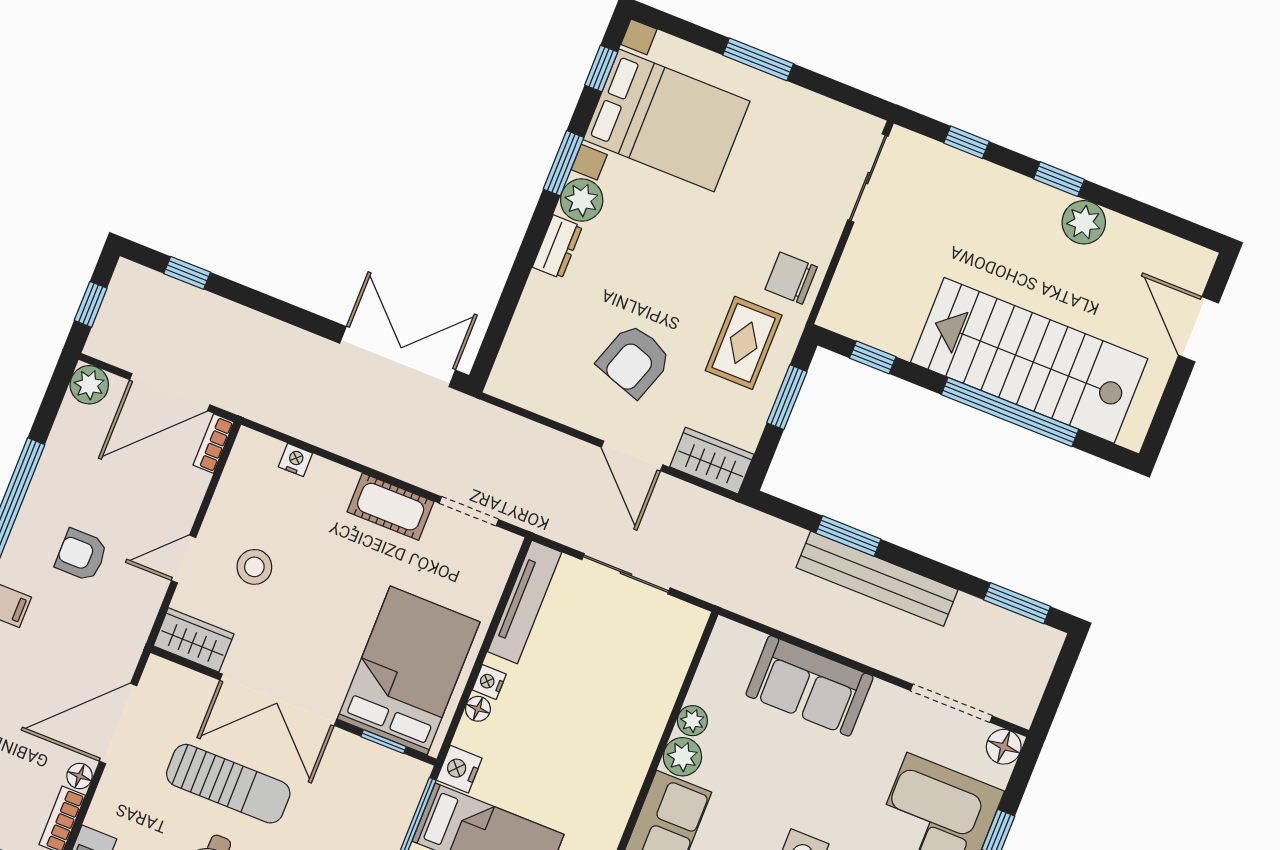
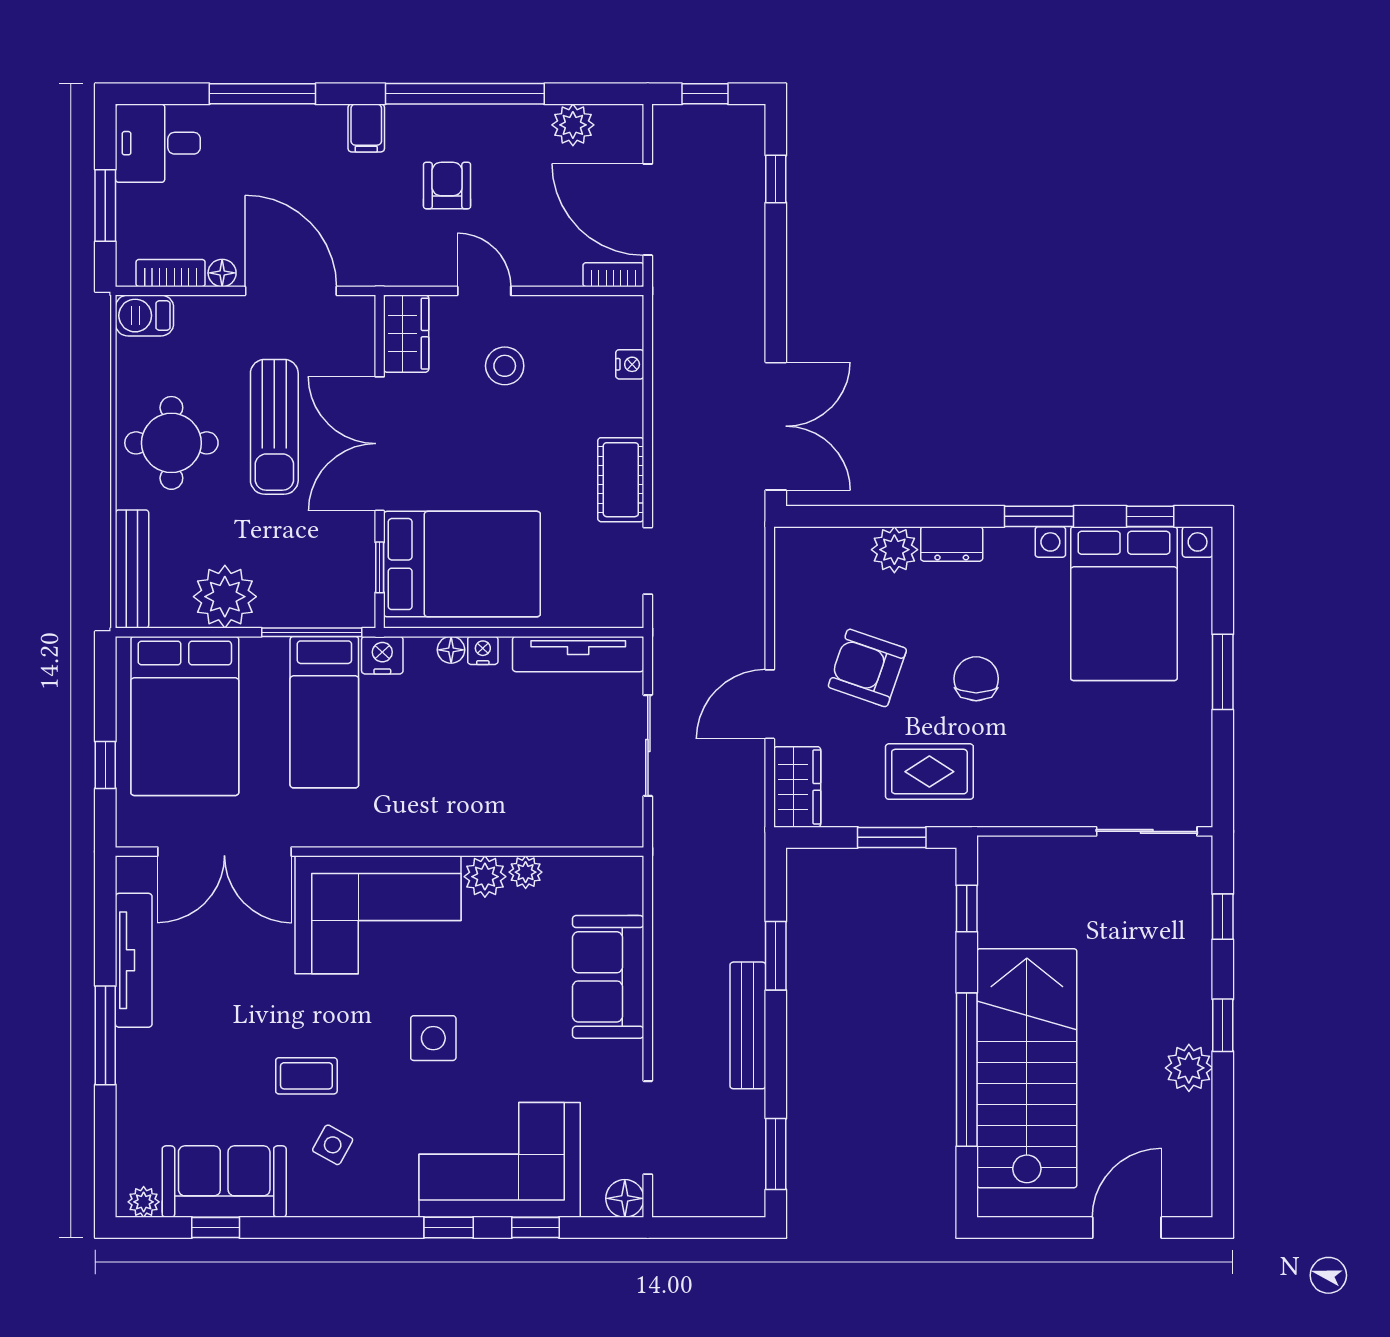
plant: (582, 200) -> (894, 550), moved
chair: (791, 278) -> (976, 679), moved
plant: (89, 385) -> (573, 125), moved
bench: (877, 579) -> (748, 1025), width x0.73, depth x0.82

